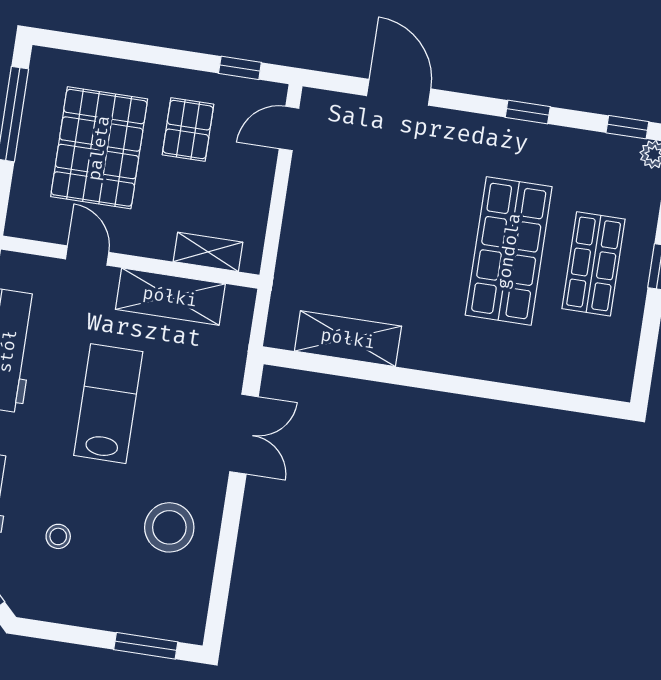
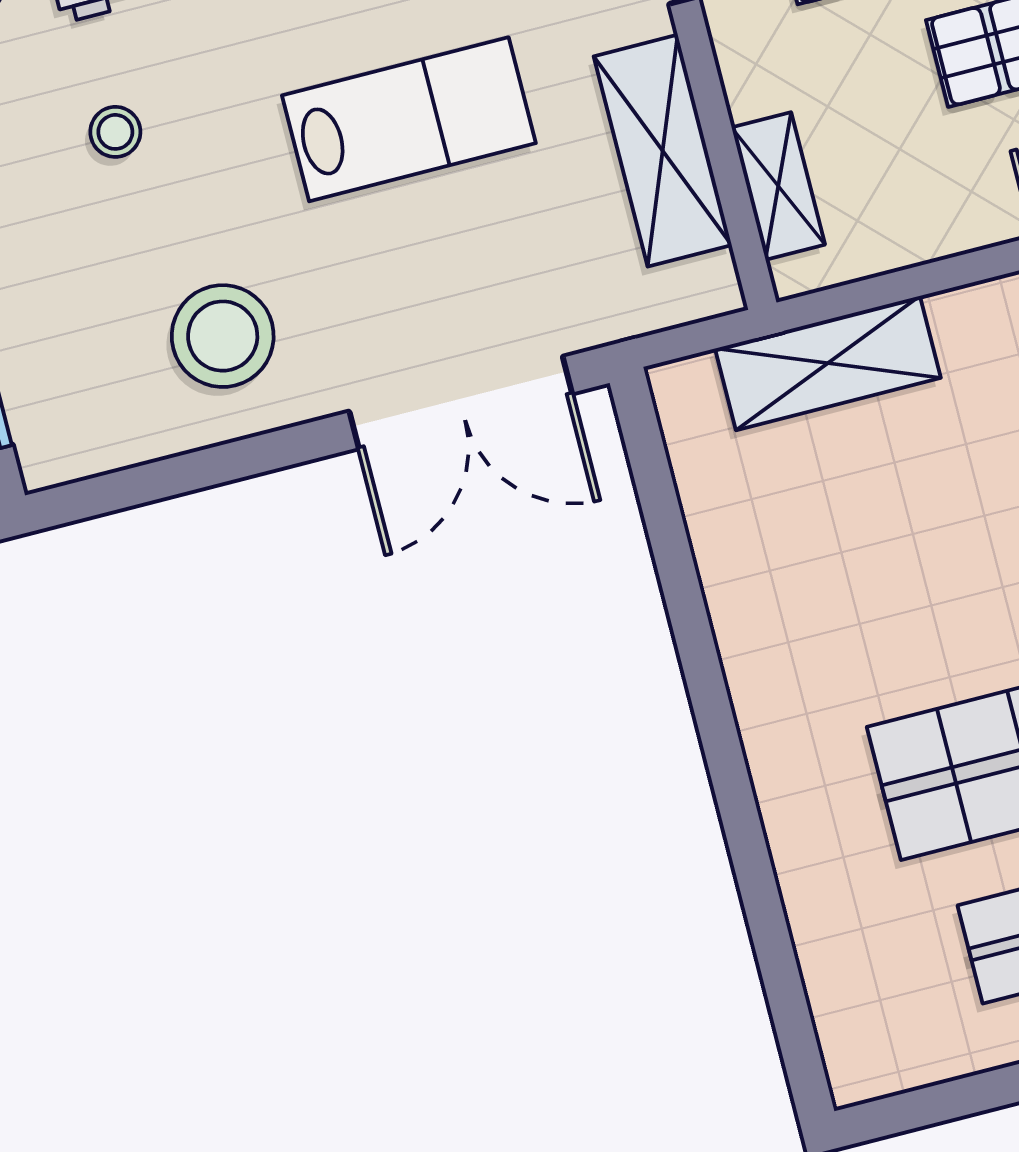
shelving: (348, 339) -> (828, 363), moved, turned 90
double door: (244, 434) -> (461, 402), width x1.37

